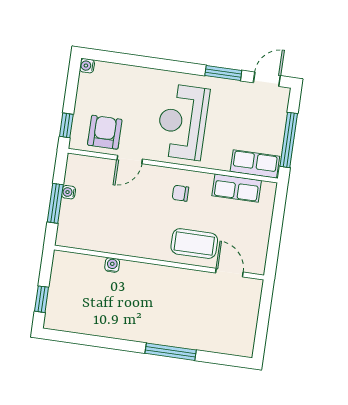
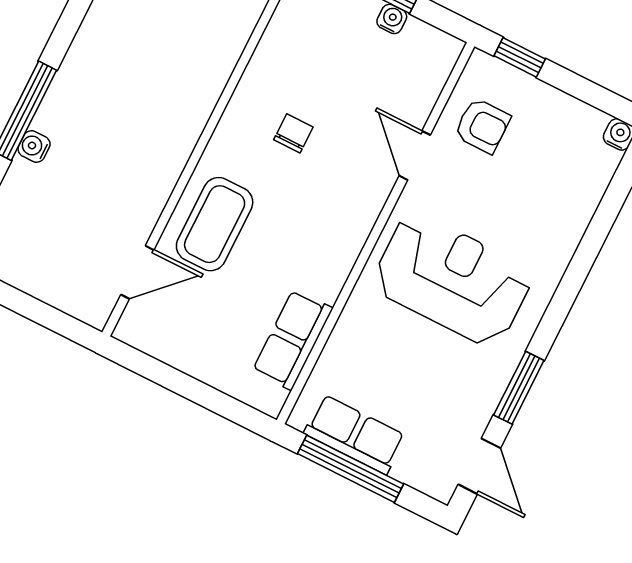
armchair: (105, 132) -> (482, 126), width x0.72, depth x0.72
row of seats: (255, 164) -> (355, 434), moved, turned -90
chair: (181, 193) -> (293, 133), moved
water cooler: (112, 265) -> (34, 147), moved, turned 180

